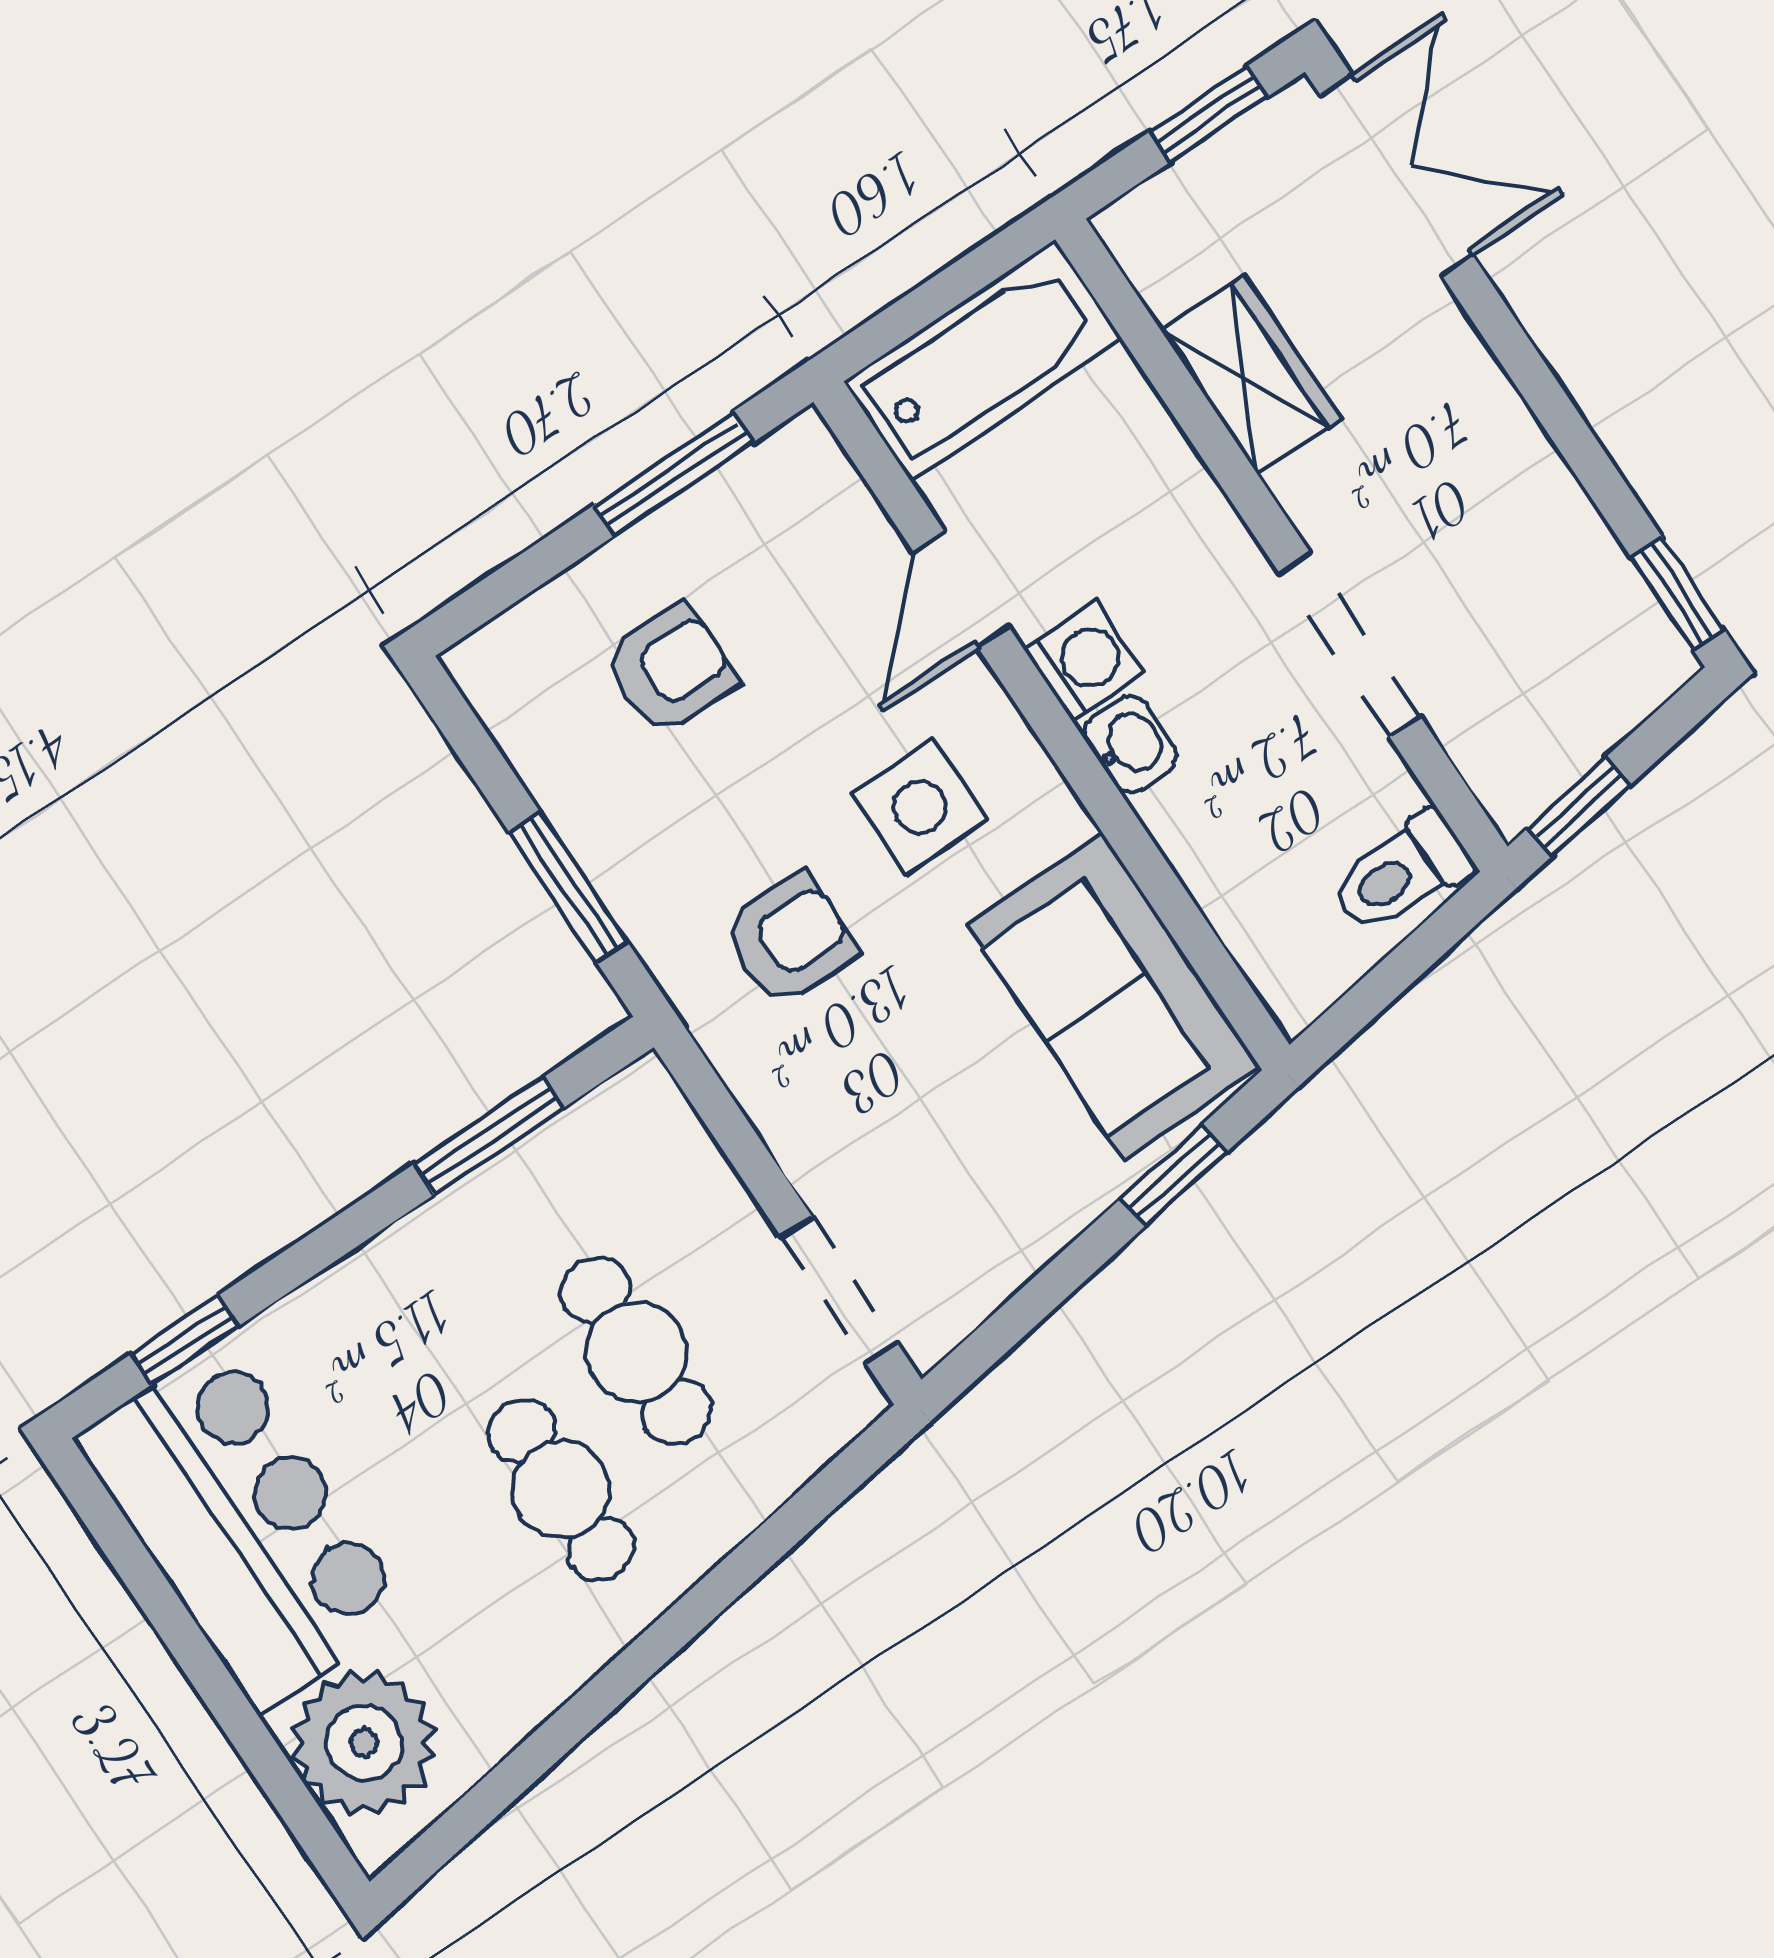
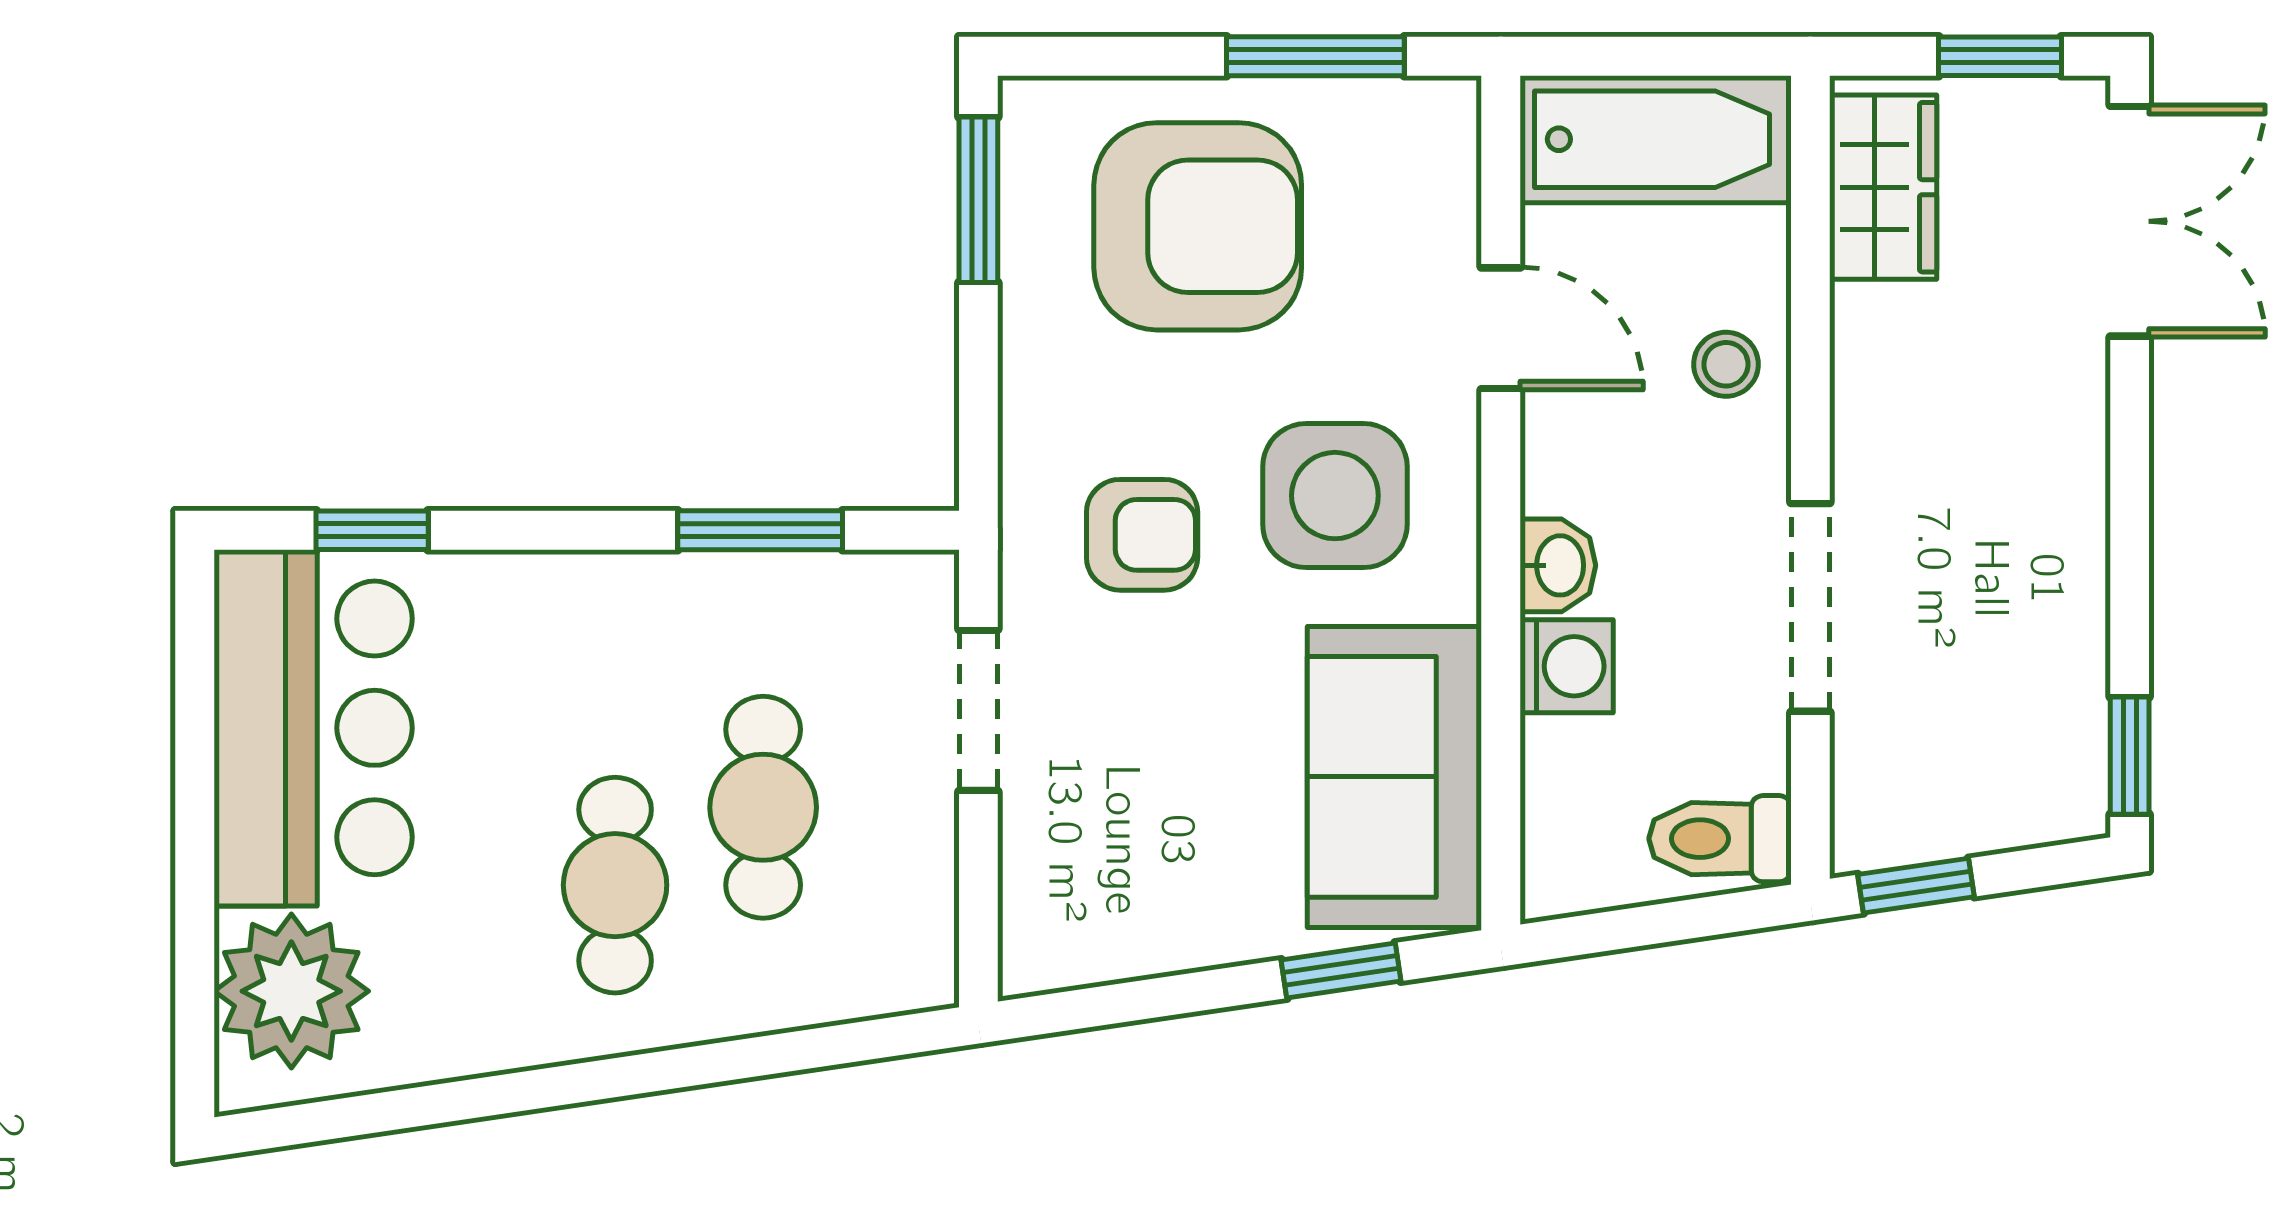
wardrobe: (1251, 374) -> (1883, 187), moved
stool: (1156, 499) -> (1726, 364), added
door: (961, 589) -> (1501, 328), swing flipped
washing machine: (1084, 661) -> (1567, 666), moved
armchair: (671, 669) -> (1198, 226), width x1.88, depth x1.88
side table: (919, 807) -> (1335, 496), width x1.37, depth x1.37
window: (568, 887) -> (978, 200), moved
doorway: (839, 1290) -> (978, 710), moved

